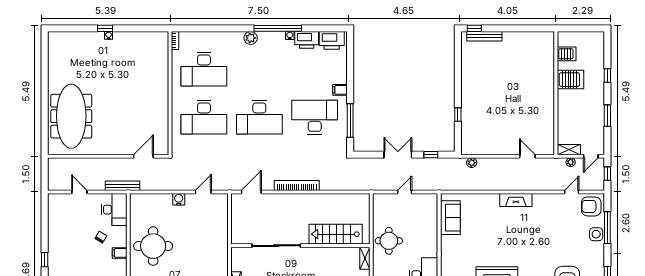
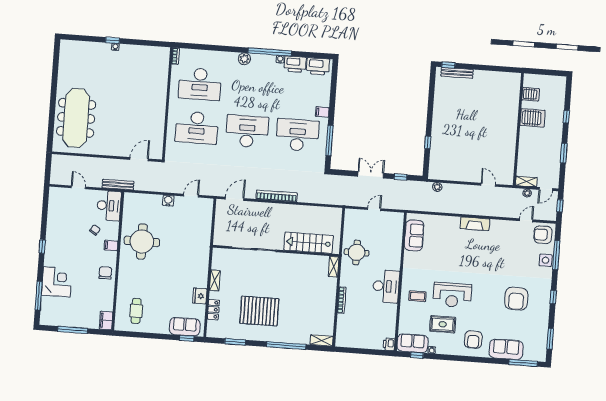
desk: (259, 117) -> (247, 131), turned 180

